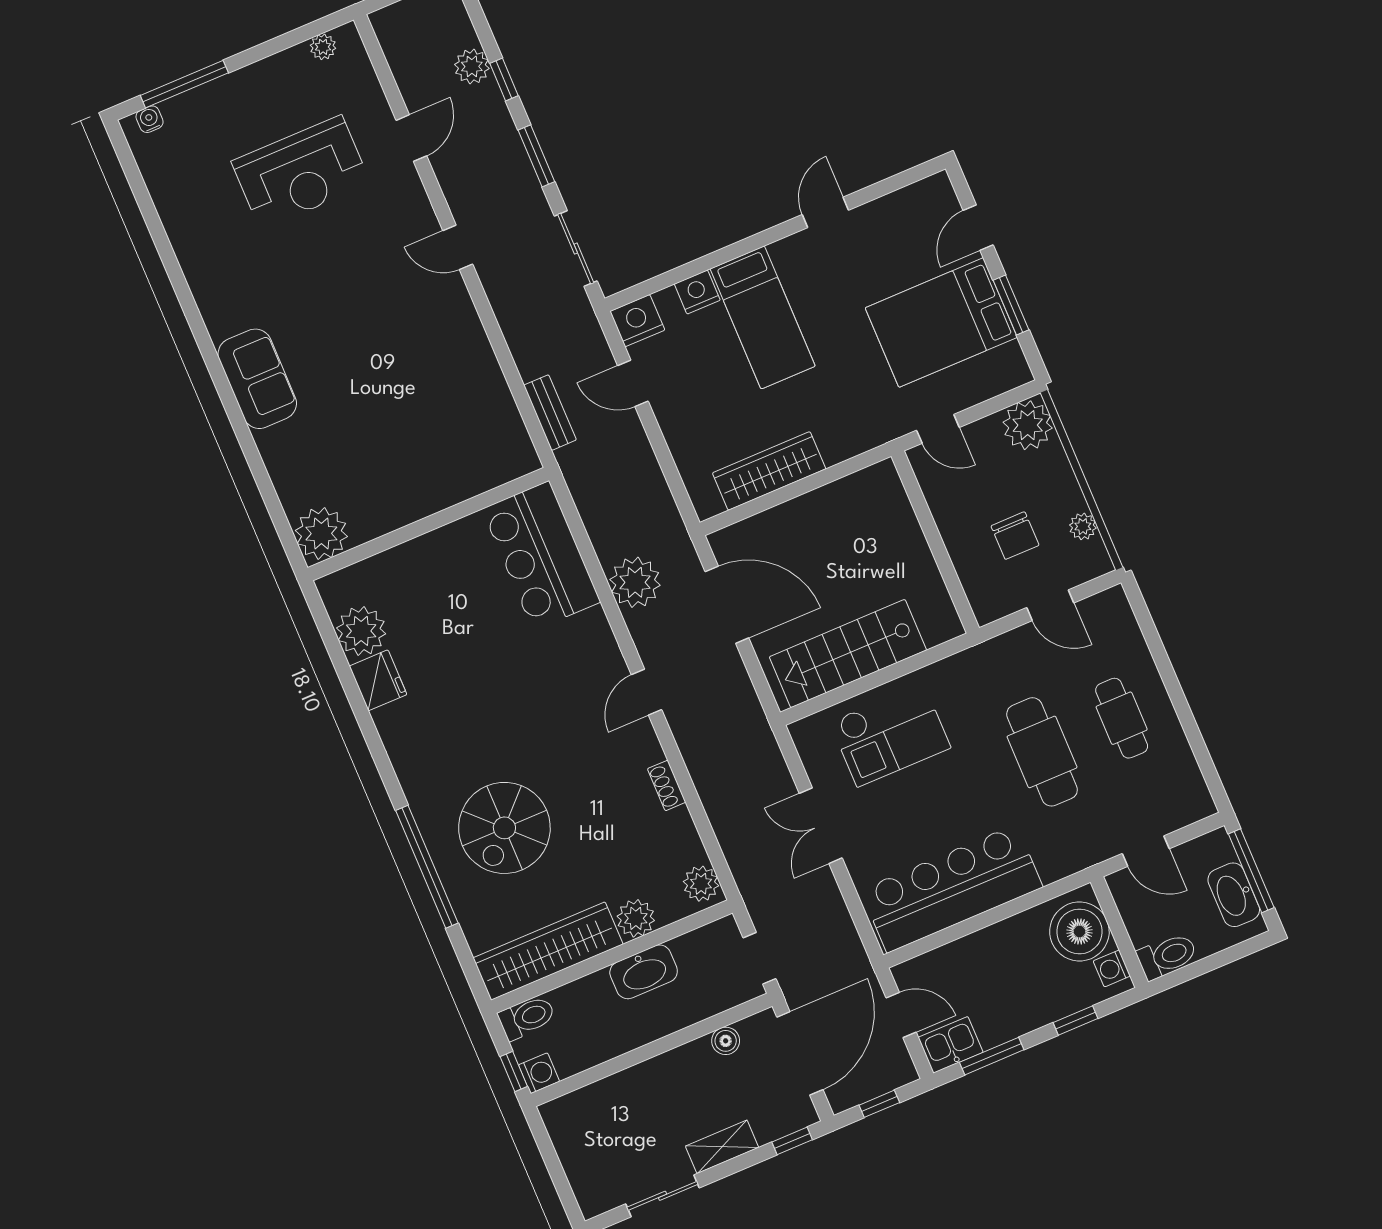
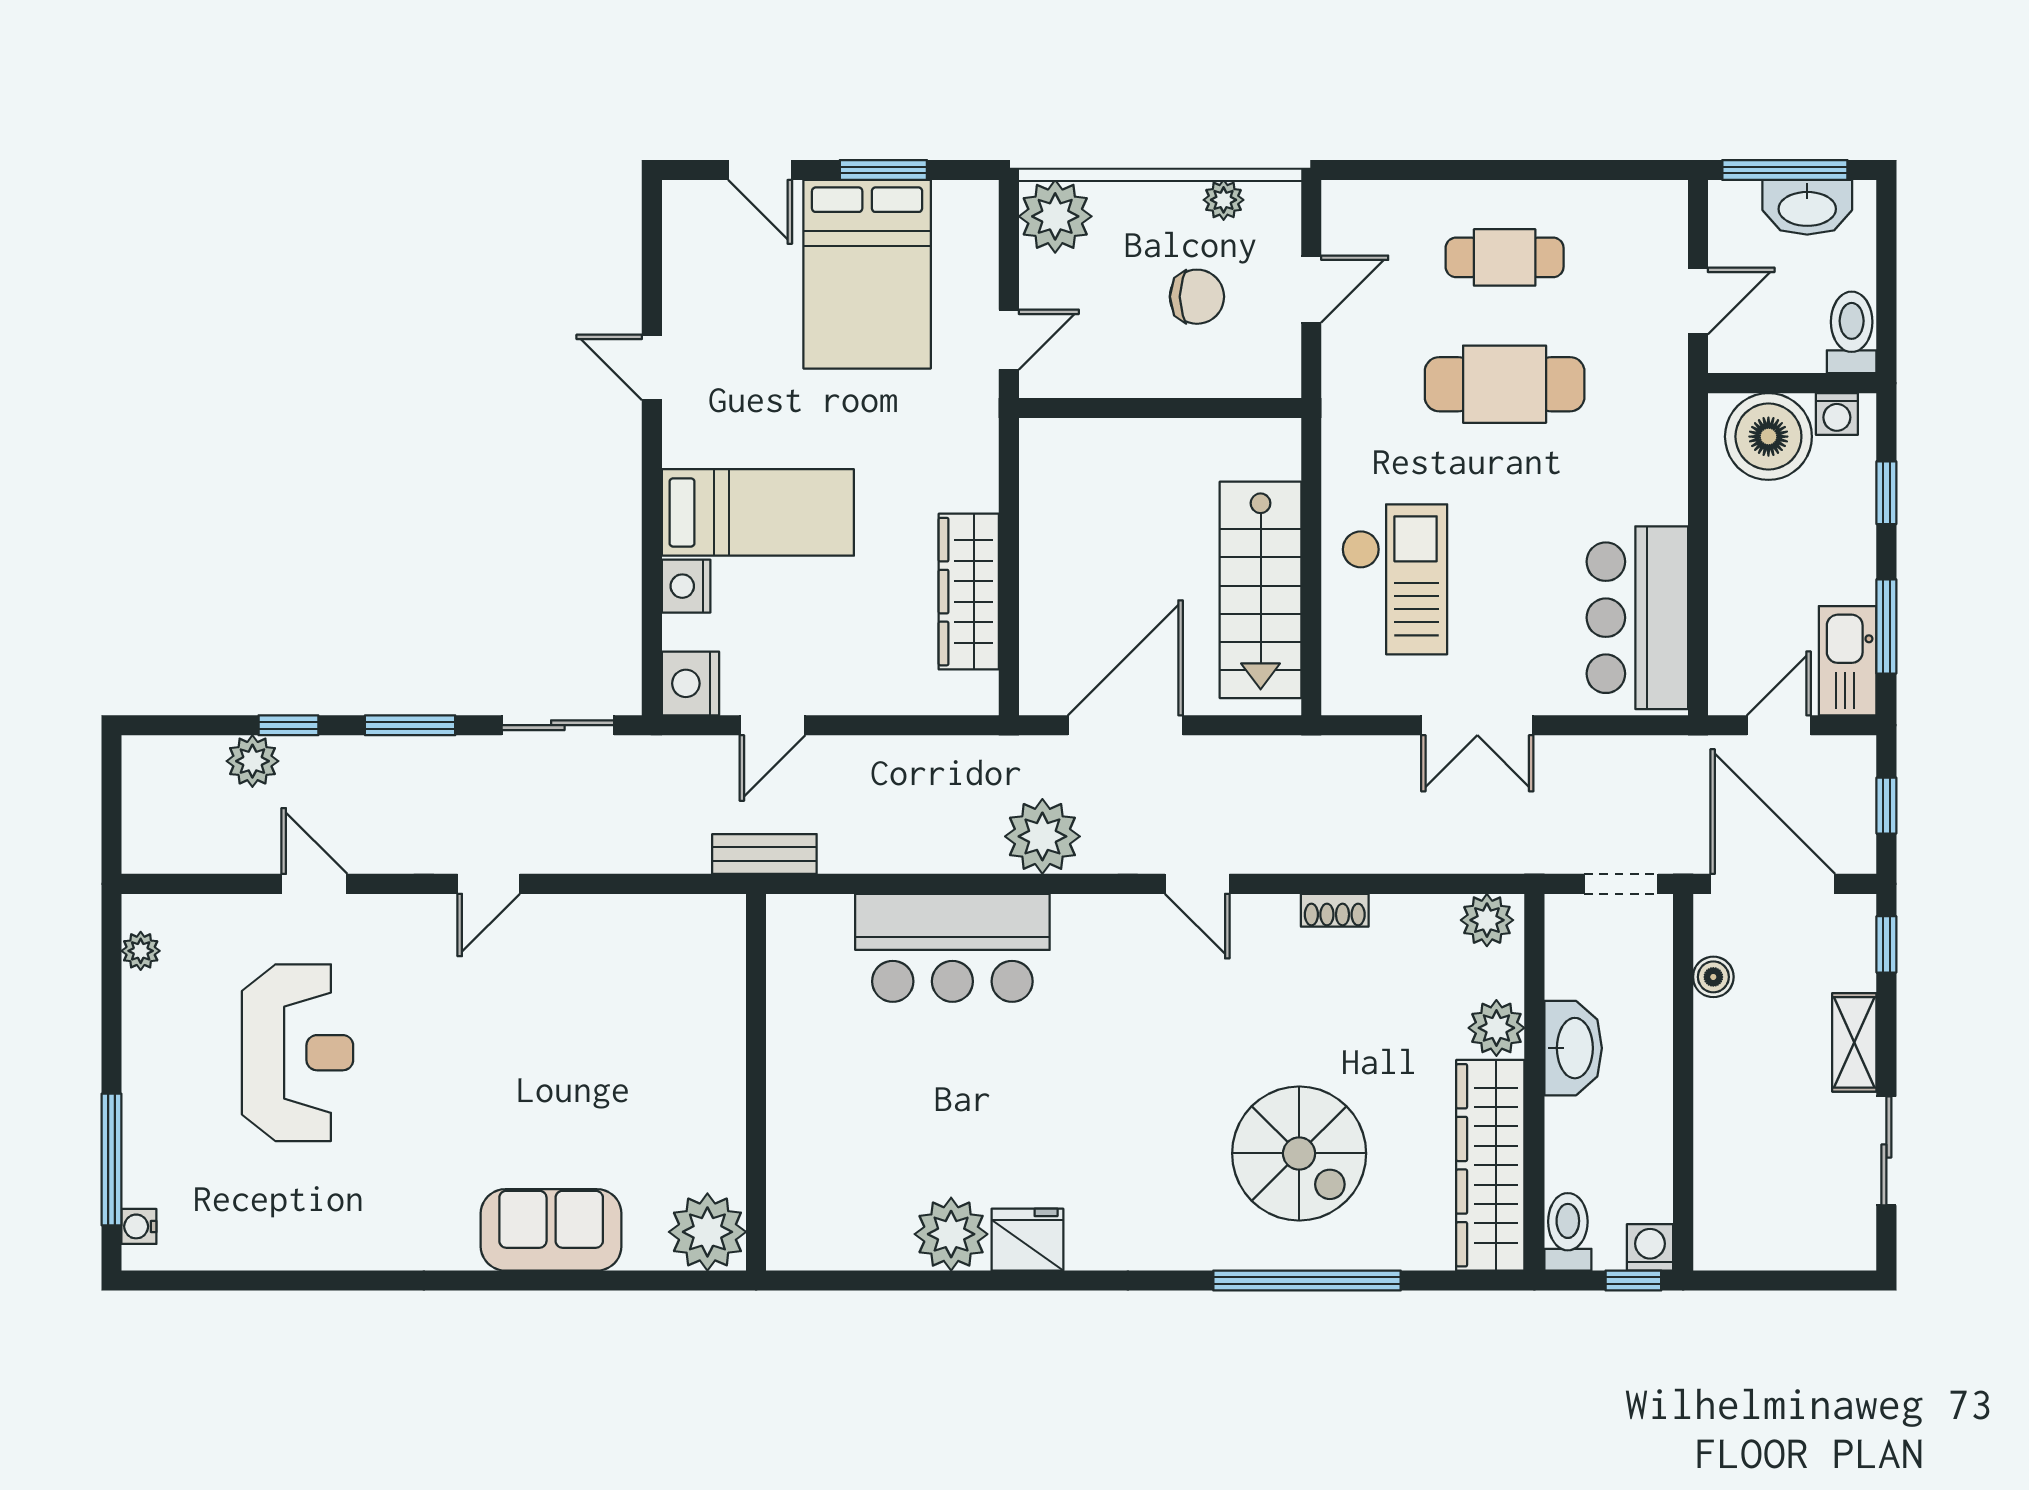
wall: (428, 524) -> (756, 1082), moved
plant: (321, 533) -> (707, 1232), moved
bar counter: (952, 889) -> (1637, 618), width x0.73
kitchen sink: (951, 1045) -> (1848, 661), width x1.38

